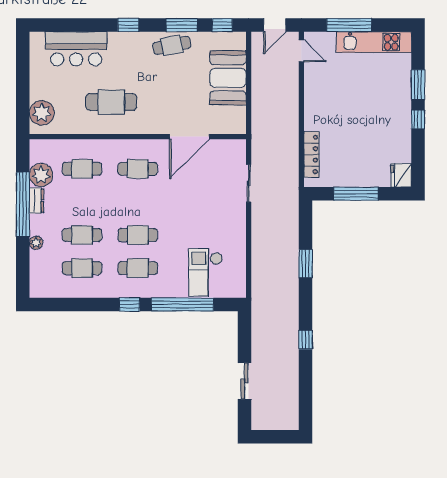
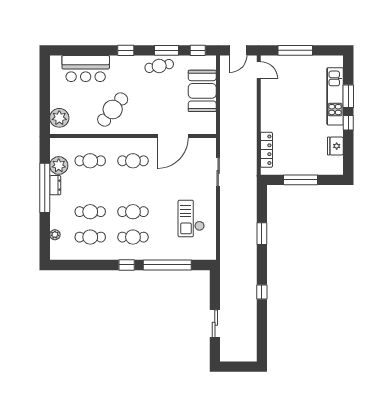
kitchen unit: (374, 42) -> (335, 96), moved, turned 90
cafe table: (111, 102) -> (113, 109), turned -51
fridge: (401, 175) -> (335, 146), moved
plant: (36, 243) -> (55, 235), moved
checkout: (205, 272) -> (191, 218), moved

